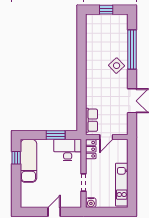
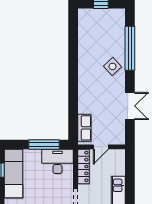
window: (56, 135) -> (44, 145), width x1.44
locker: (91, 149) -> (84, 166), width x1.53

